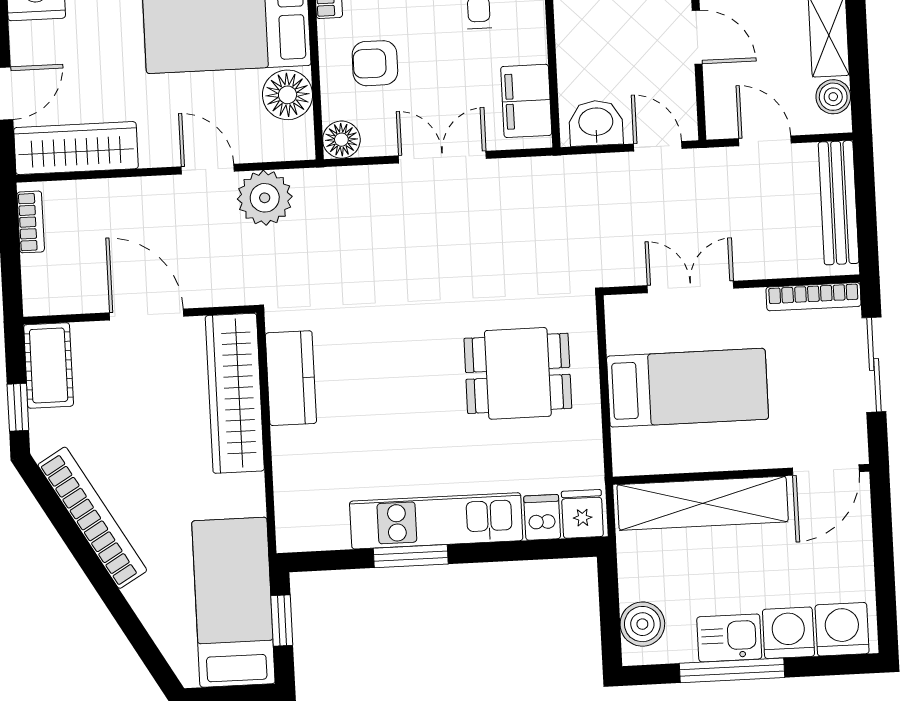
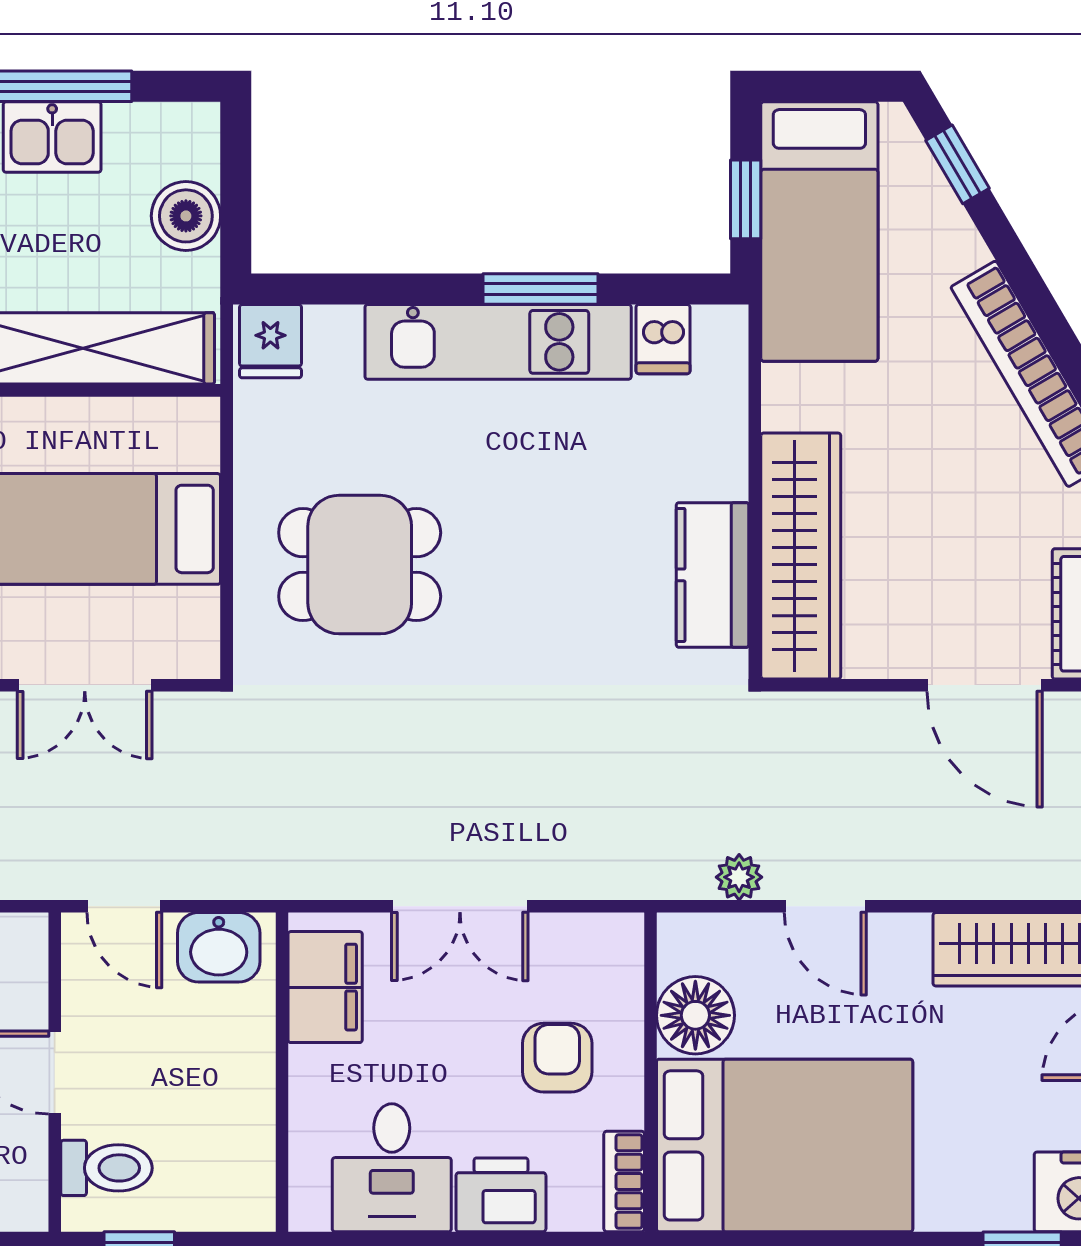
armchair: (375, 63) -> (557, 1058), turned -90
floor lamp: (341, 140) -> (615, 942), removed
plant: (265, 198) -> (739, 877), width x0.53, depth x0.53
door: (147, 314) -> (985, 685), moved
dishwasher: (542, 517) -> (663, 339), moved
boiler: (642, 624) -> (186, 216), moved
window: (147, 650) -> (957, 164), added

